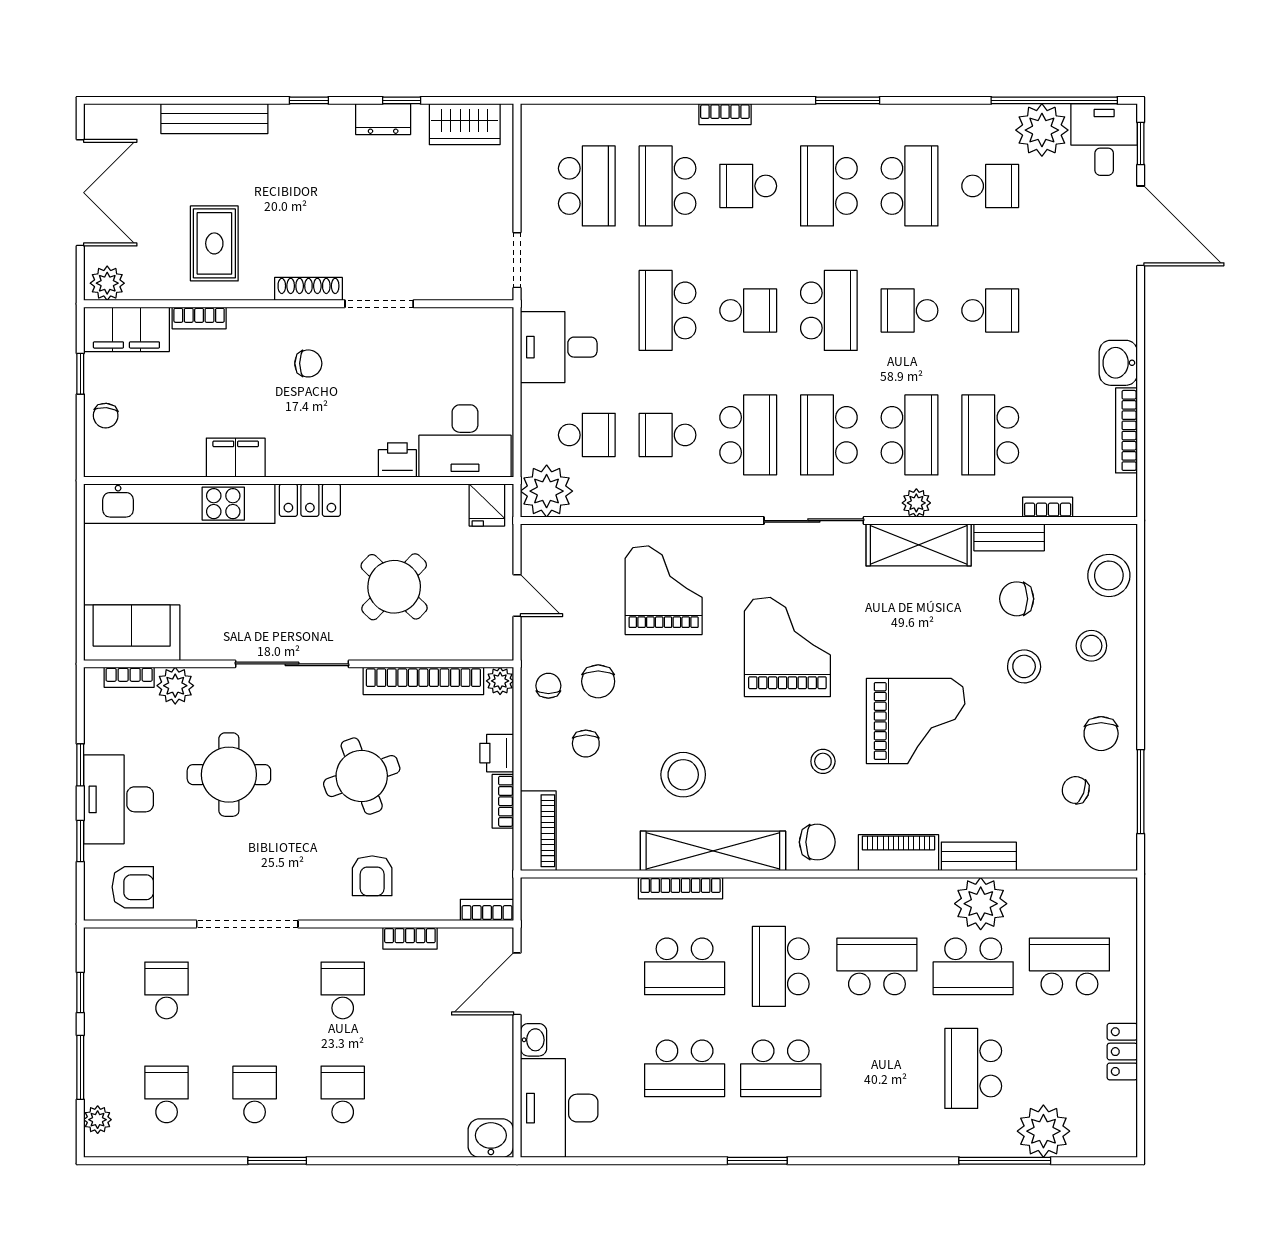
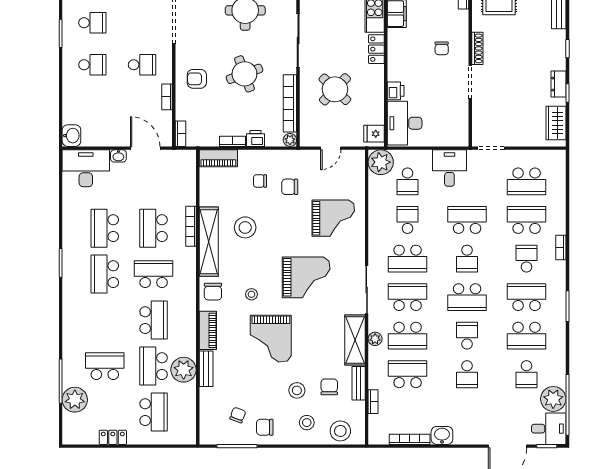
chair: (548, 686) -> (288, 163), removed

